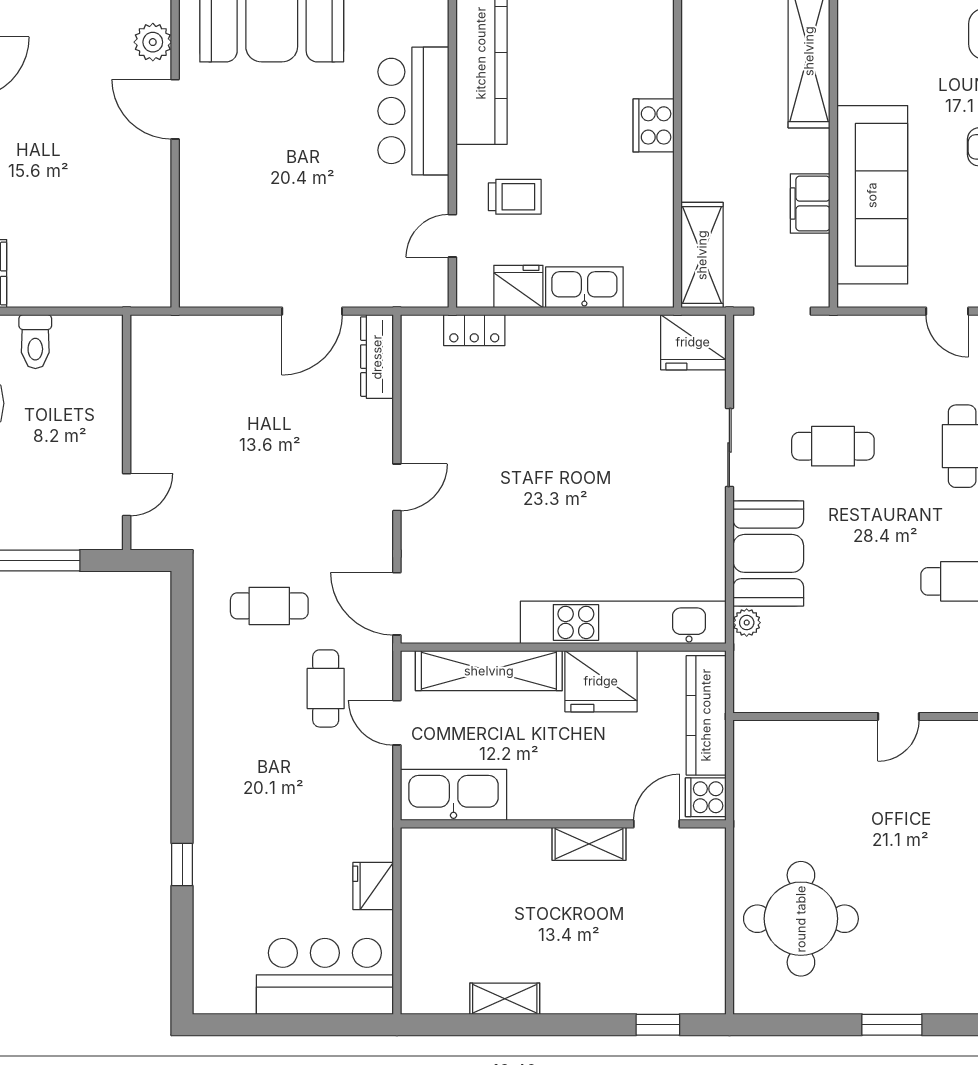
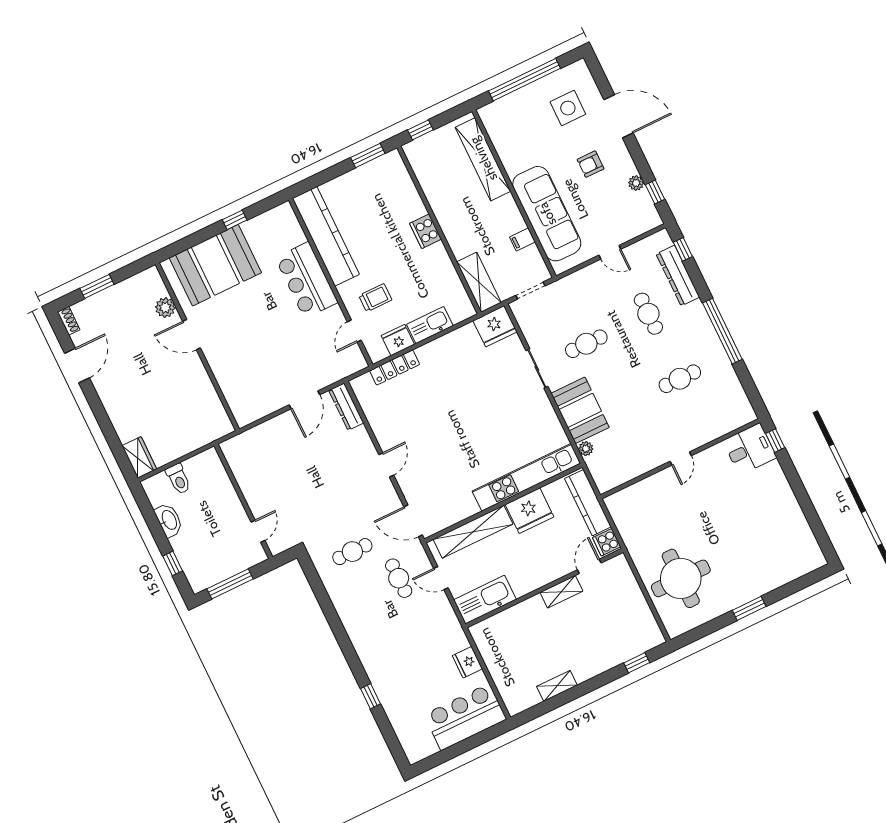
filing cabinet: (810, 204) -> (522, 239), width x0.50
locker: (474, 330) -> (395, 368), width x1.53

